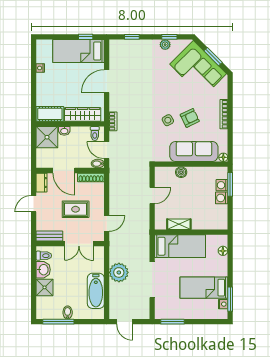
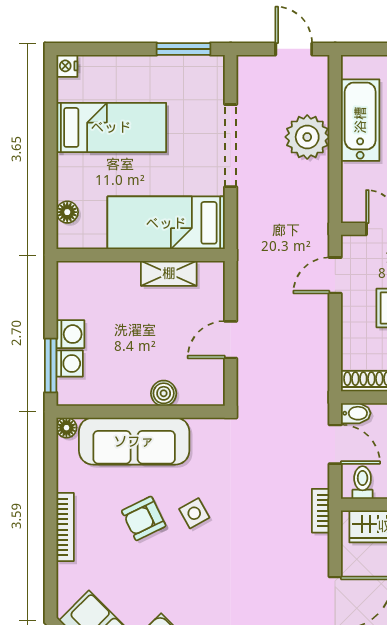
plant: (119, 272) -> (307, 137), moved
window: (230, 299) -> (51, 101), removed
nightstand: (223, 304) -> (67, 66), moved

